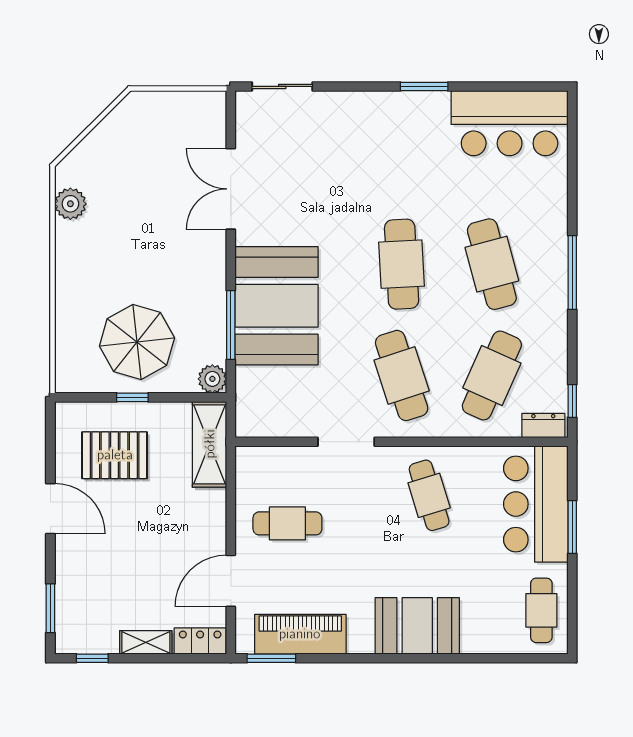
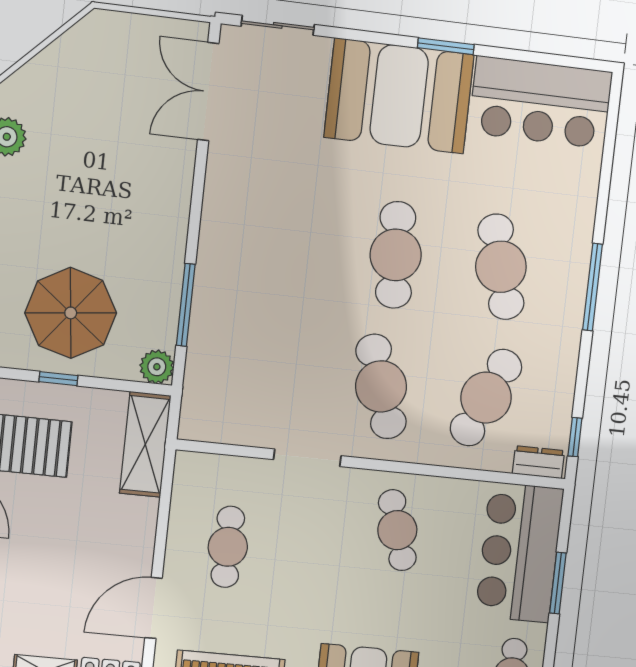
double door: (231, 189) -> (208, 92), moved
booth: (276, 306) -> (399, 96), moved, turned 90
cafe table: (287, 523) -> (228, 547), turned 90

